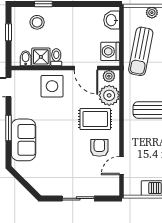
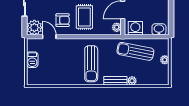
plant: (109, 95) -> (34, 28), moved

